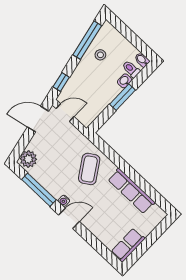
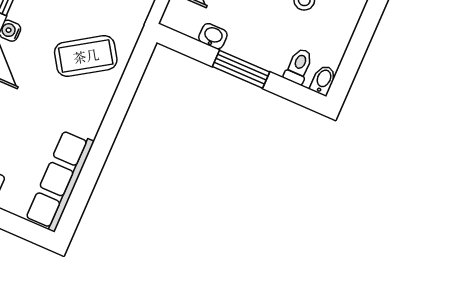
washbasin: (125, 81) -> (213, 36), moved
row of seats: (131, 191) -> (60, 180), moved

